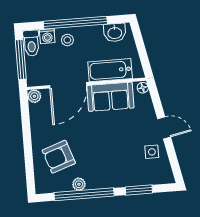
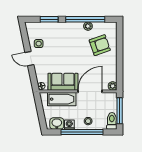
washing machine: (47, 36) -> (69, 125), moved

